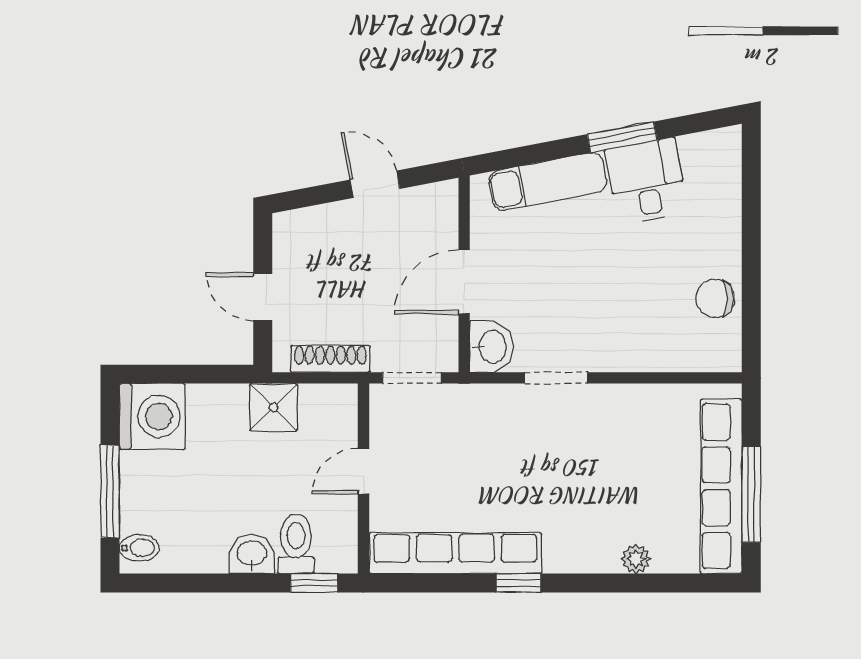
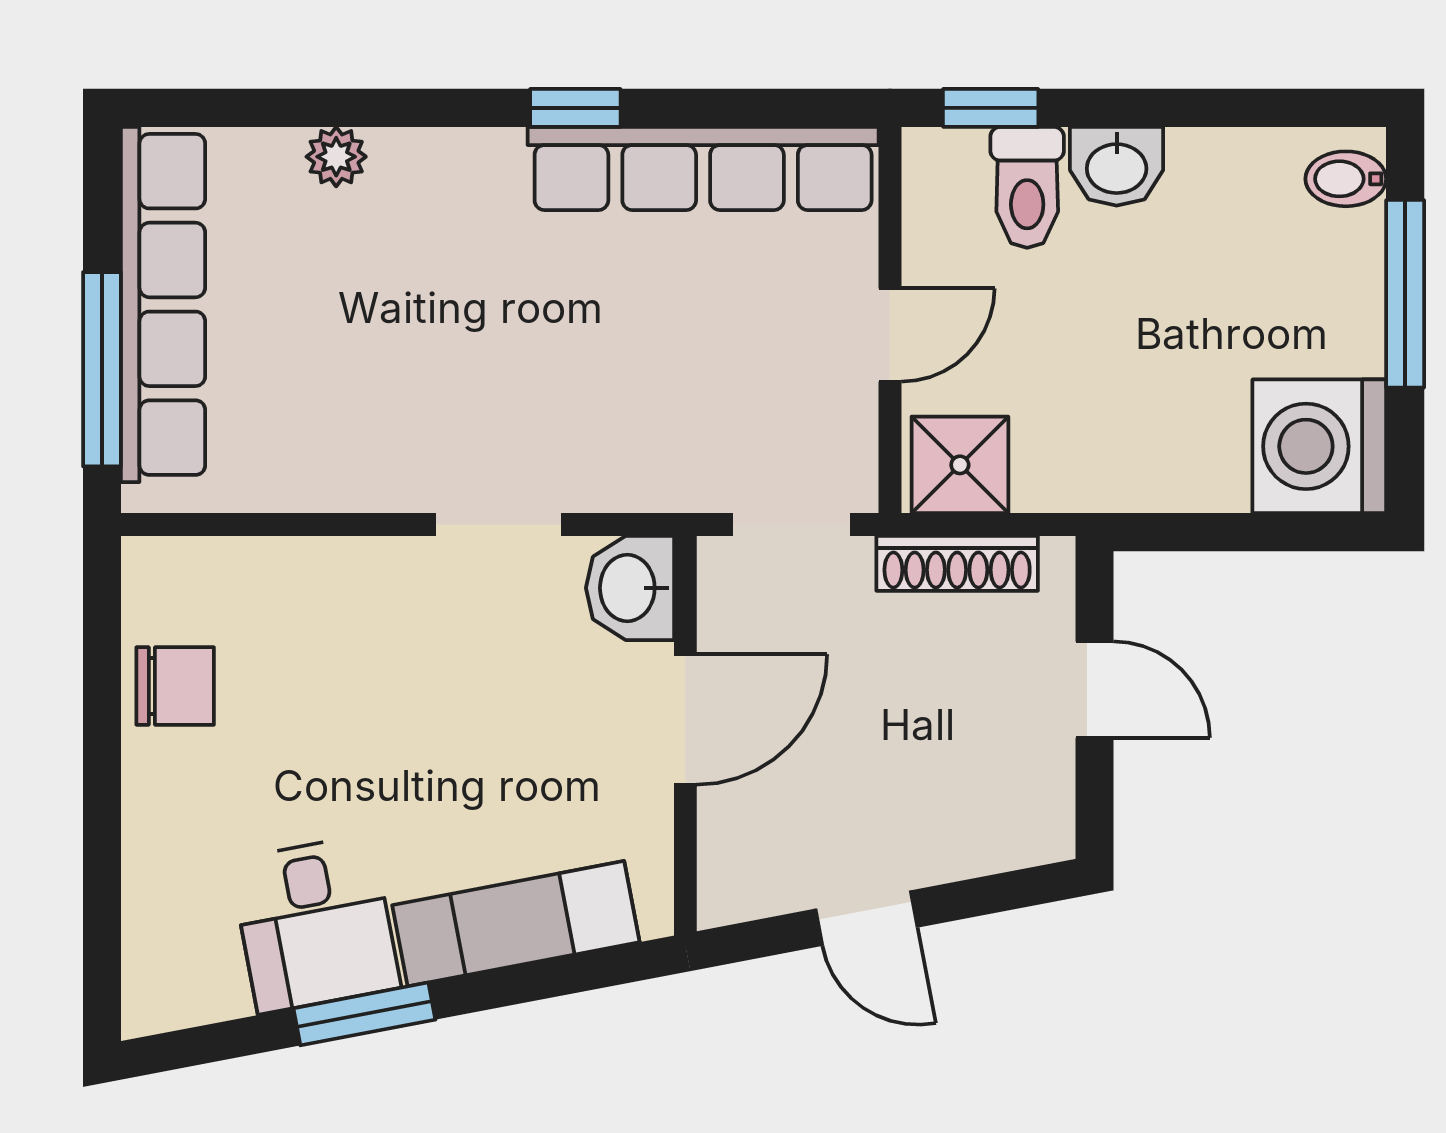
shower: (274, 407) -> (960, 465), moved
window: (751, 494) -> (102, 369), moved

